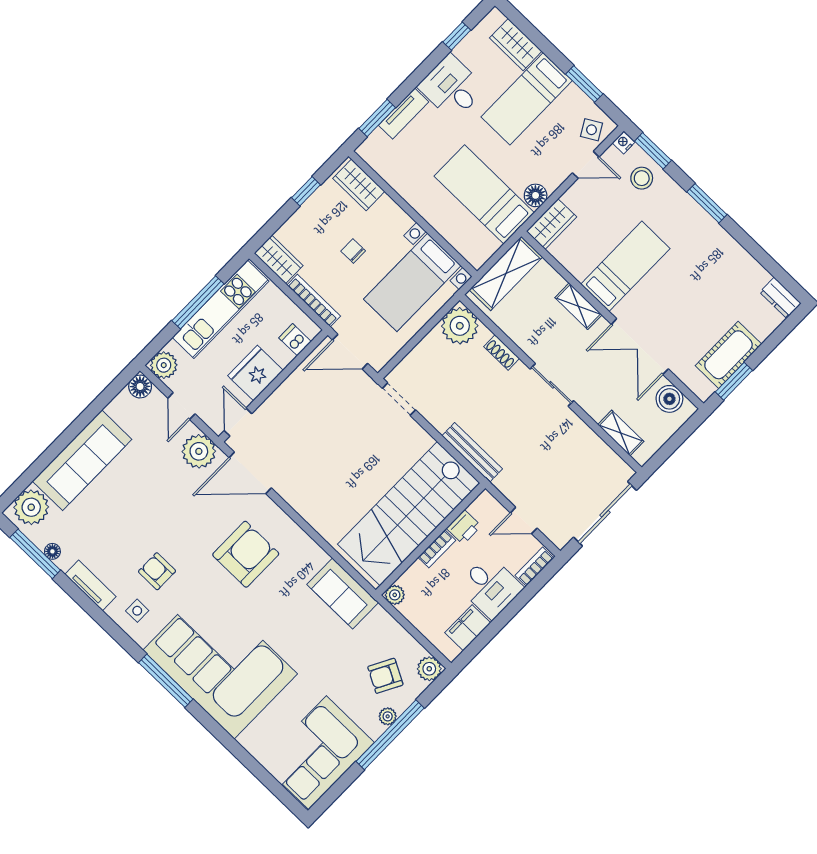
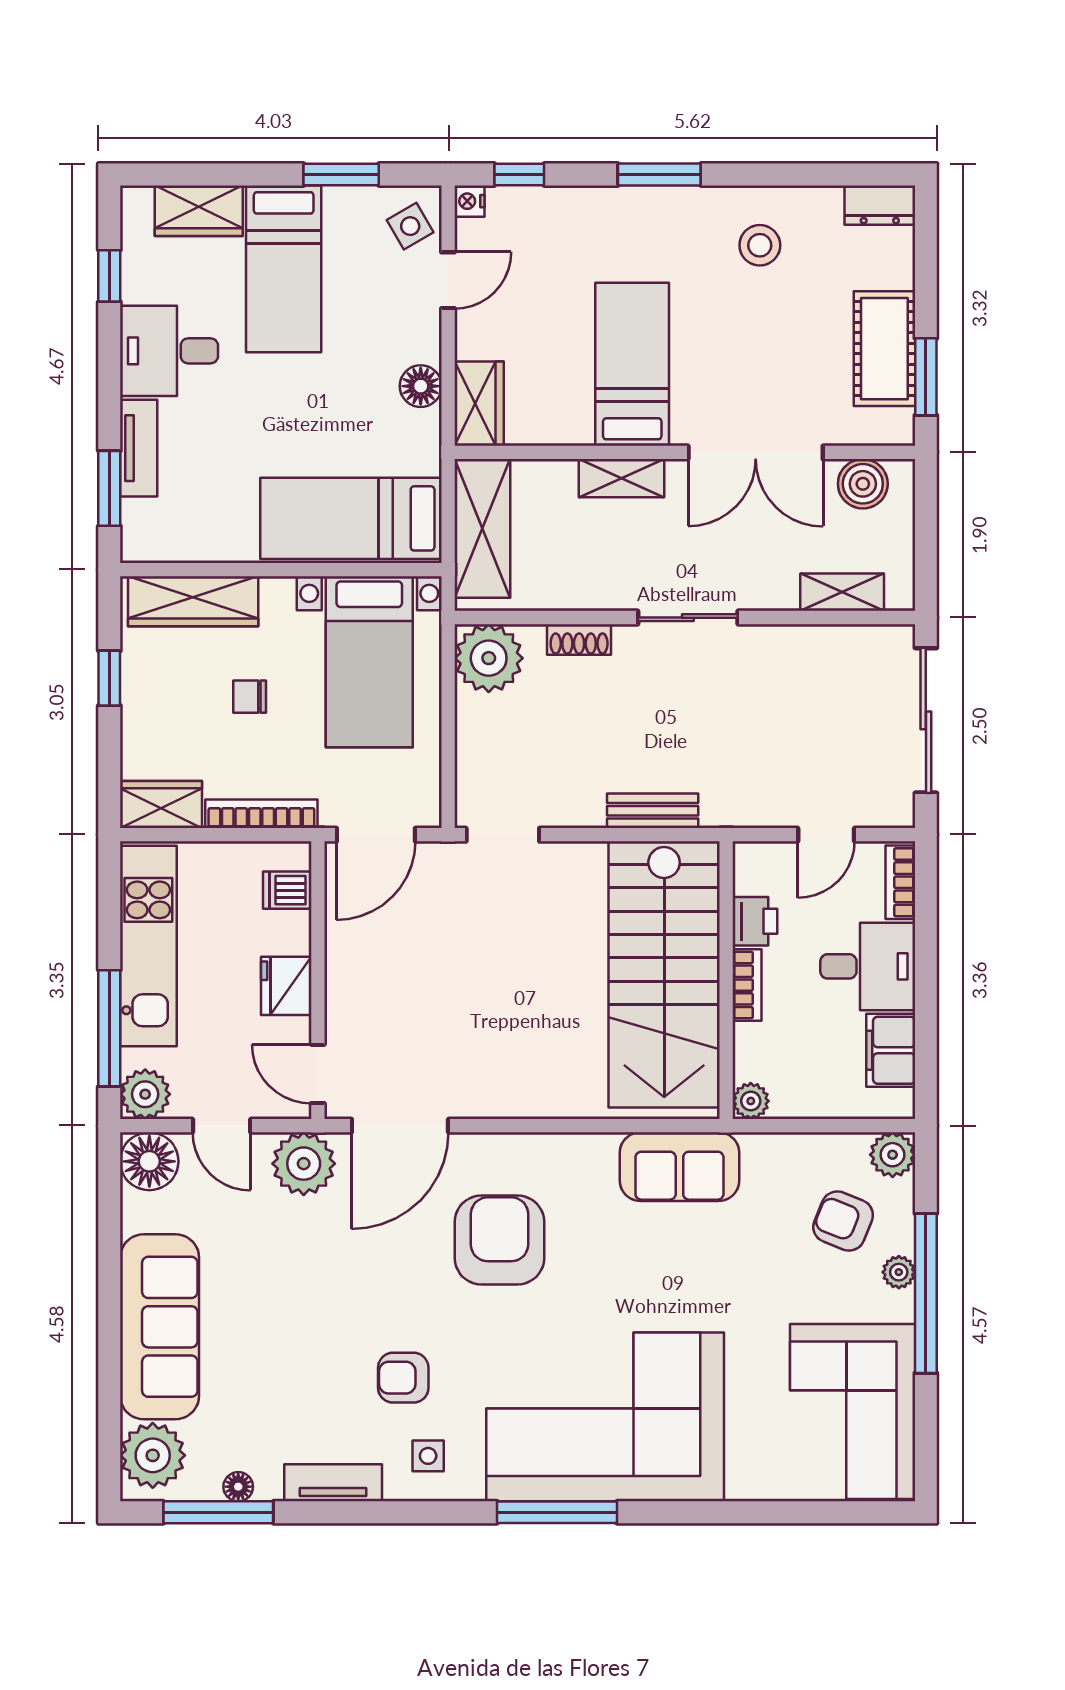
window: (653, 151) -> (519, 174), width x0.67
stool: (642, 178) -> (760, 245), moved
wardrobe: (359, 185) -> (193, 601), width x1.50
bed: (484, 194) -> (351, 518), moved
window: (198, 302) -> (109, 1028), moved
fridge: (255, 373) -> (286, 986), width x0.73, depth x0.75
floor lamp: (140, 387) -> (149, 1161), width x1.38, depth x1.38
bench: (472, 452) -> (653, 811), width x0.73
armchair: (385, 676) -> (843, 1221), turned 84

